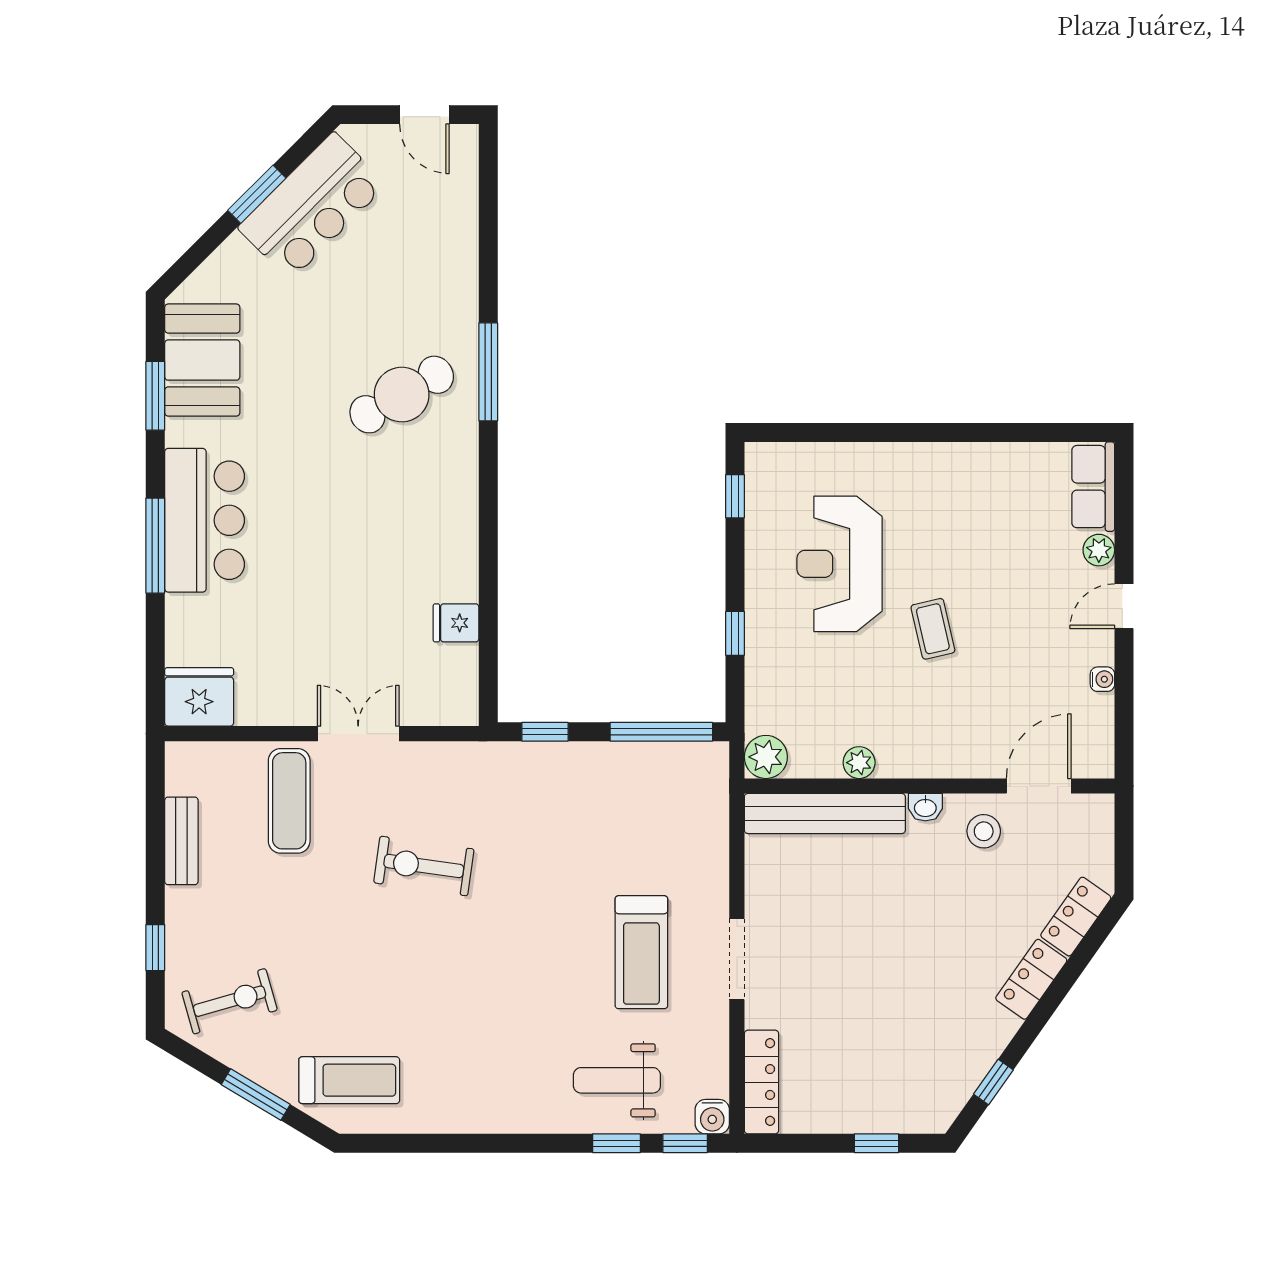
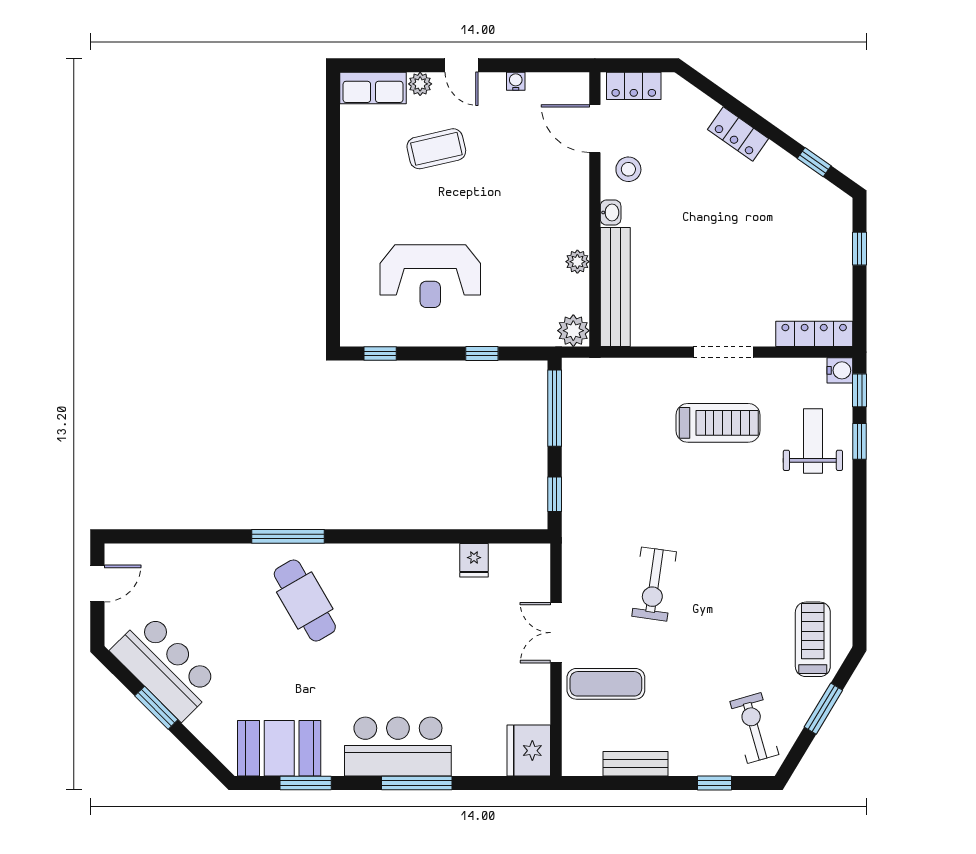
coffee table: (933, 629) -> (436, 149), moved, width x1.36, depth x1.30
locker: (1076, 917) -> (634, 86), moved, turned -35
weight bench: (617, 1080) -> (813, 441), turned 180

